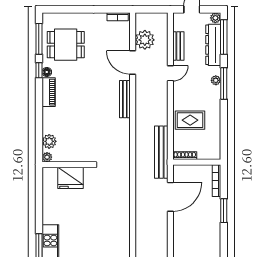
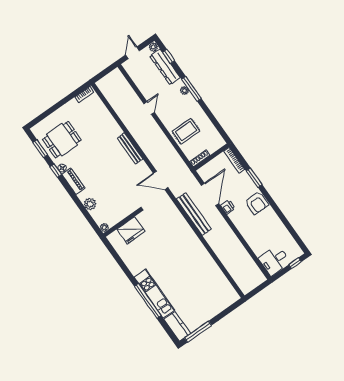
window: (224, 37) -> (169, 56), width x0.46
window: (39, 39) -> (40, 149), width x0.69
plant: (145, 40) -> (115, 97), removed
bench: (178, 46) -> (141, 85), removed
door: (133, 62) -> (161, 180), moved
plant: (49, 141) -> (90, 204), moved
bench: (161, 152) -> (194, 214), moved
printer: (179, 221) -> (228, 207), added
armchair: (209, 236) -> (257, 203), added

